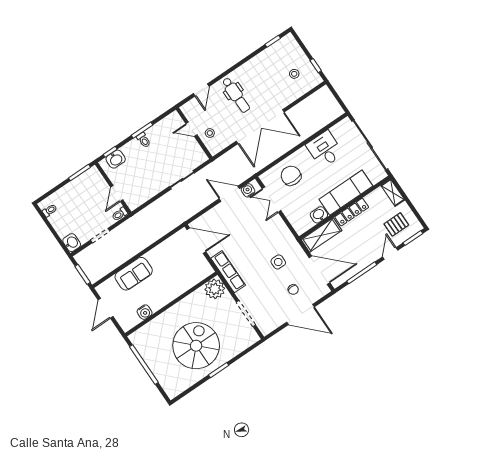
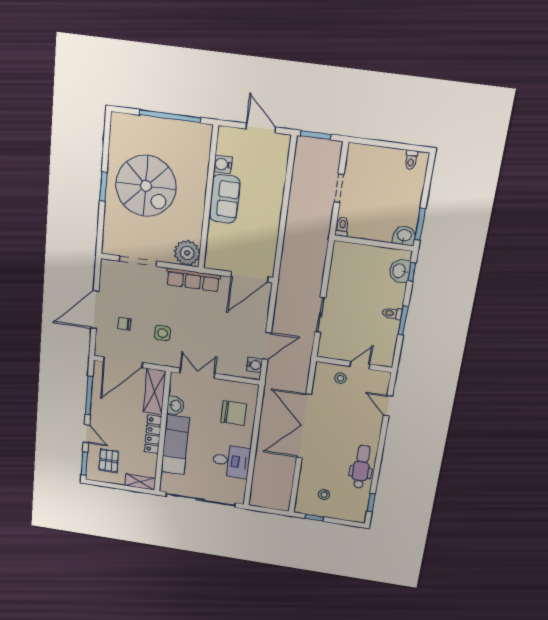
dental chair: (236, 95) -> (361, 467), moved, turned 90
door: (117, 193) -> (365, 242), removed
double door: (272, 200) -> (197, 373), moved
washbasin: (72, 243) -> (404, 236), moved, turned 180
sofa: (134, 274) -> (225, 199), moved, turned 180

